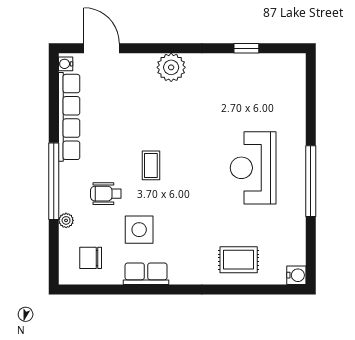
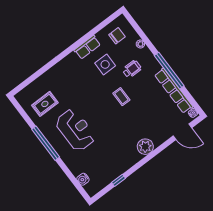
window: (54, 181) -> (169, 71), moved
rug: (239, 260) -> (45, 104), moved
water cooler: (296, 275) -> (83, 179), moved

